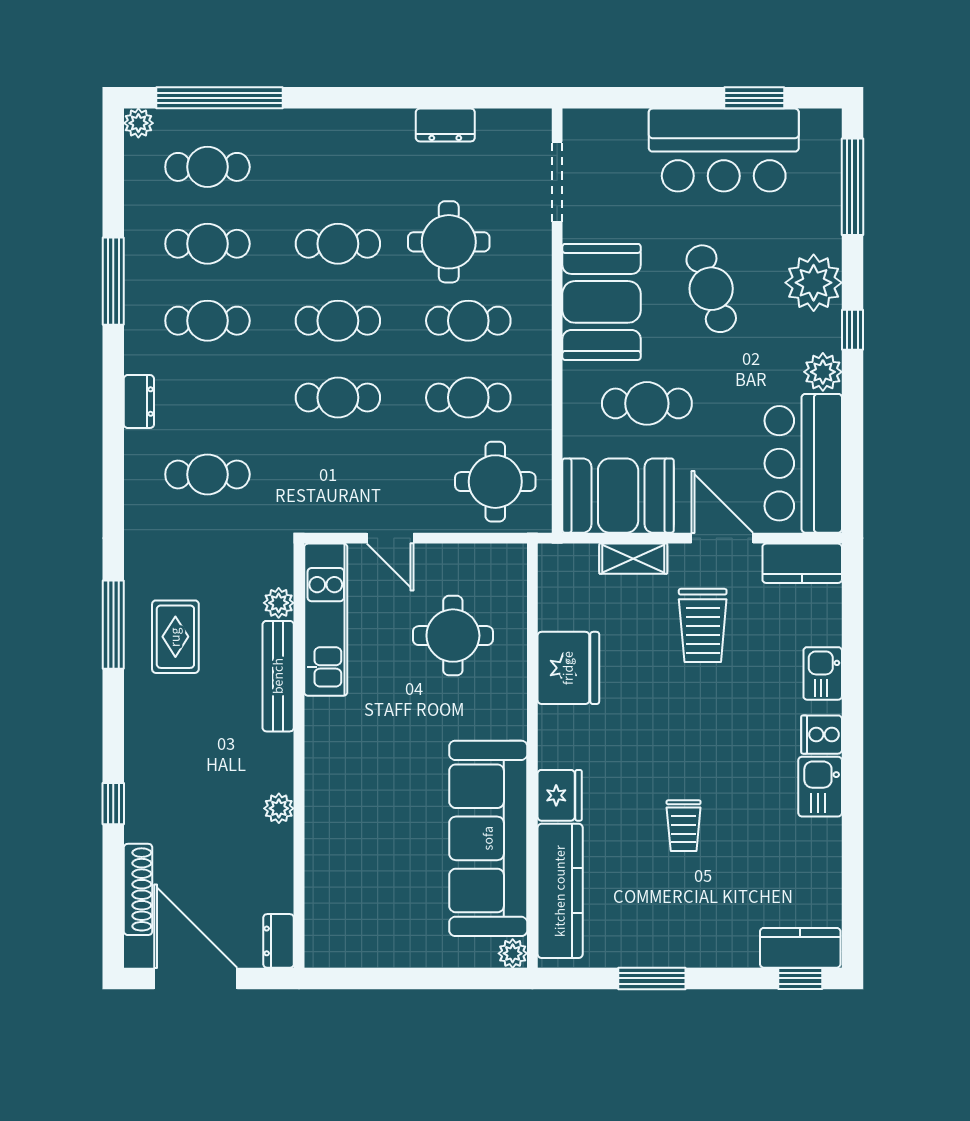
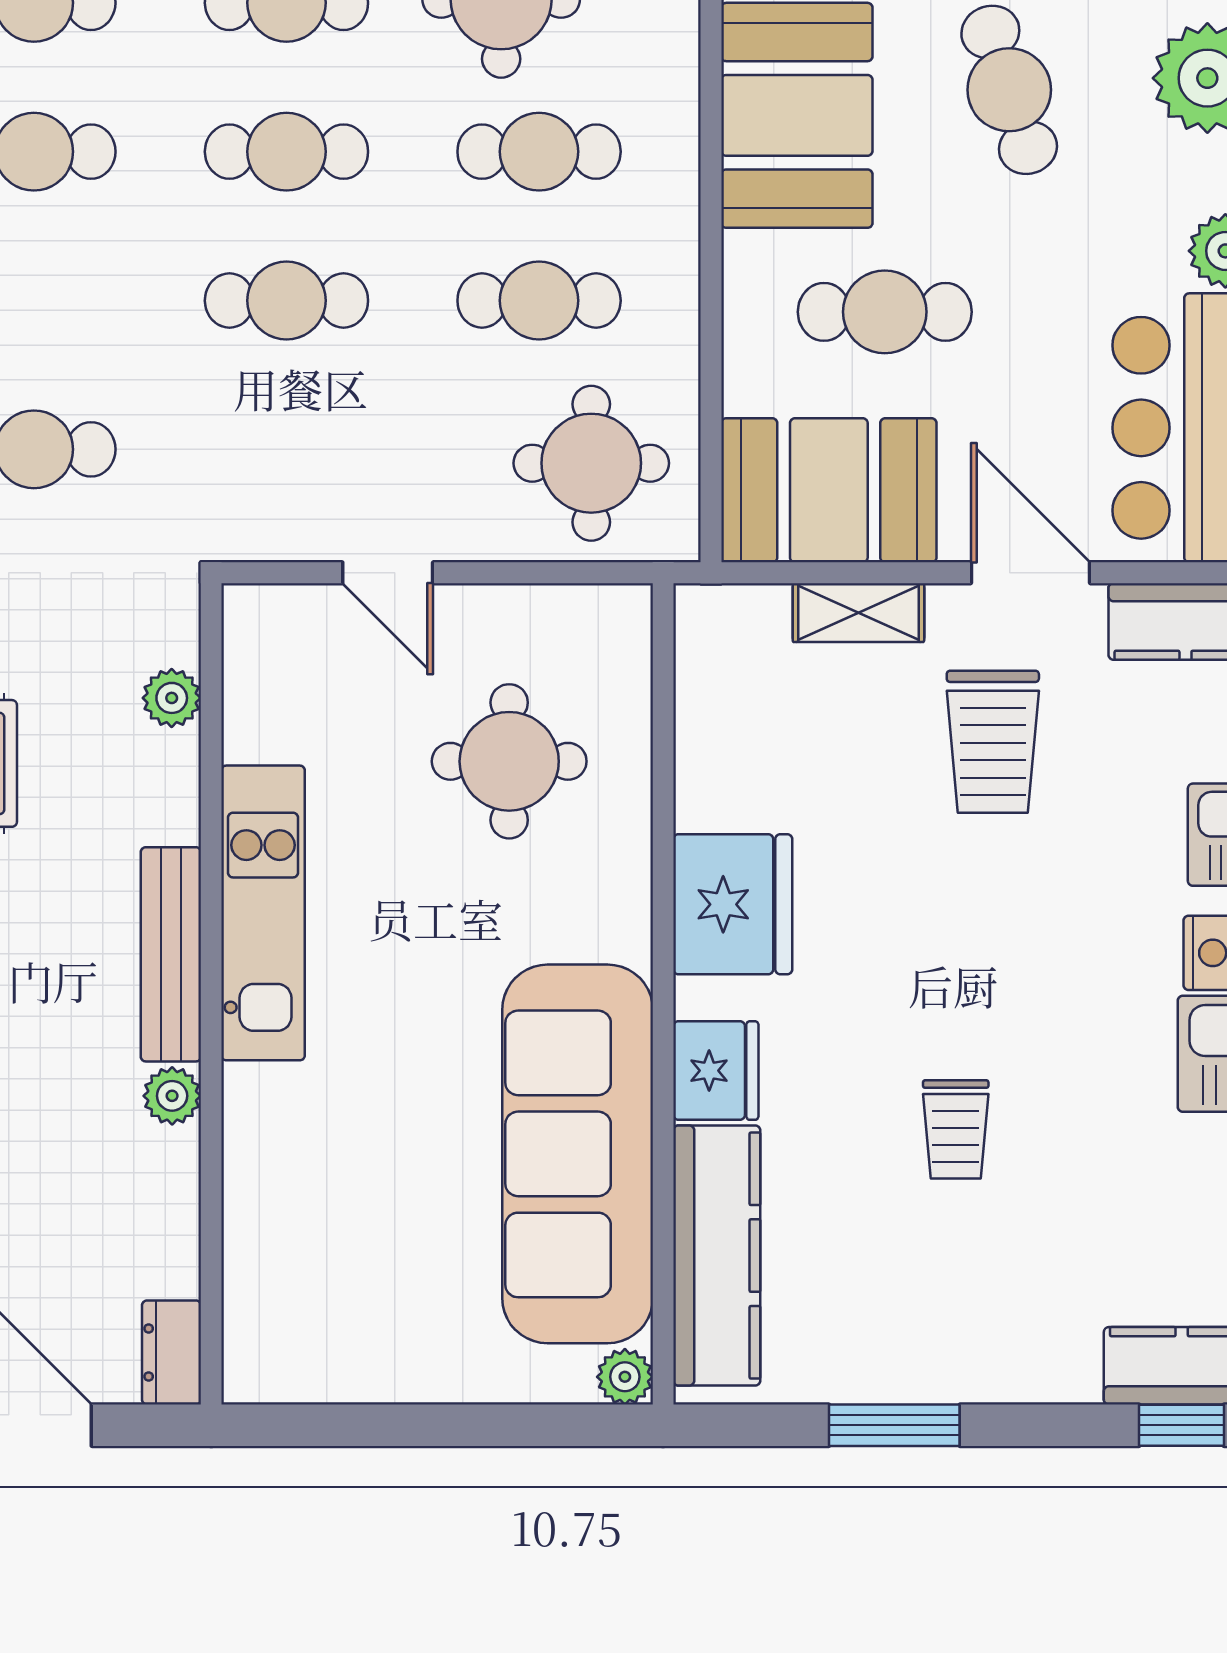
kitchen unit: (326, 620) -> (263, 913), moved
fridge: (568, 668) -> (733, 904), moved
bench: (278, 676) -> (171, 954), moved

